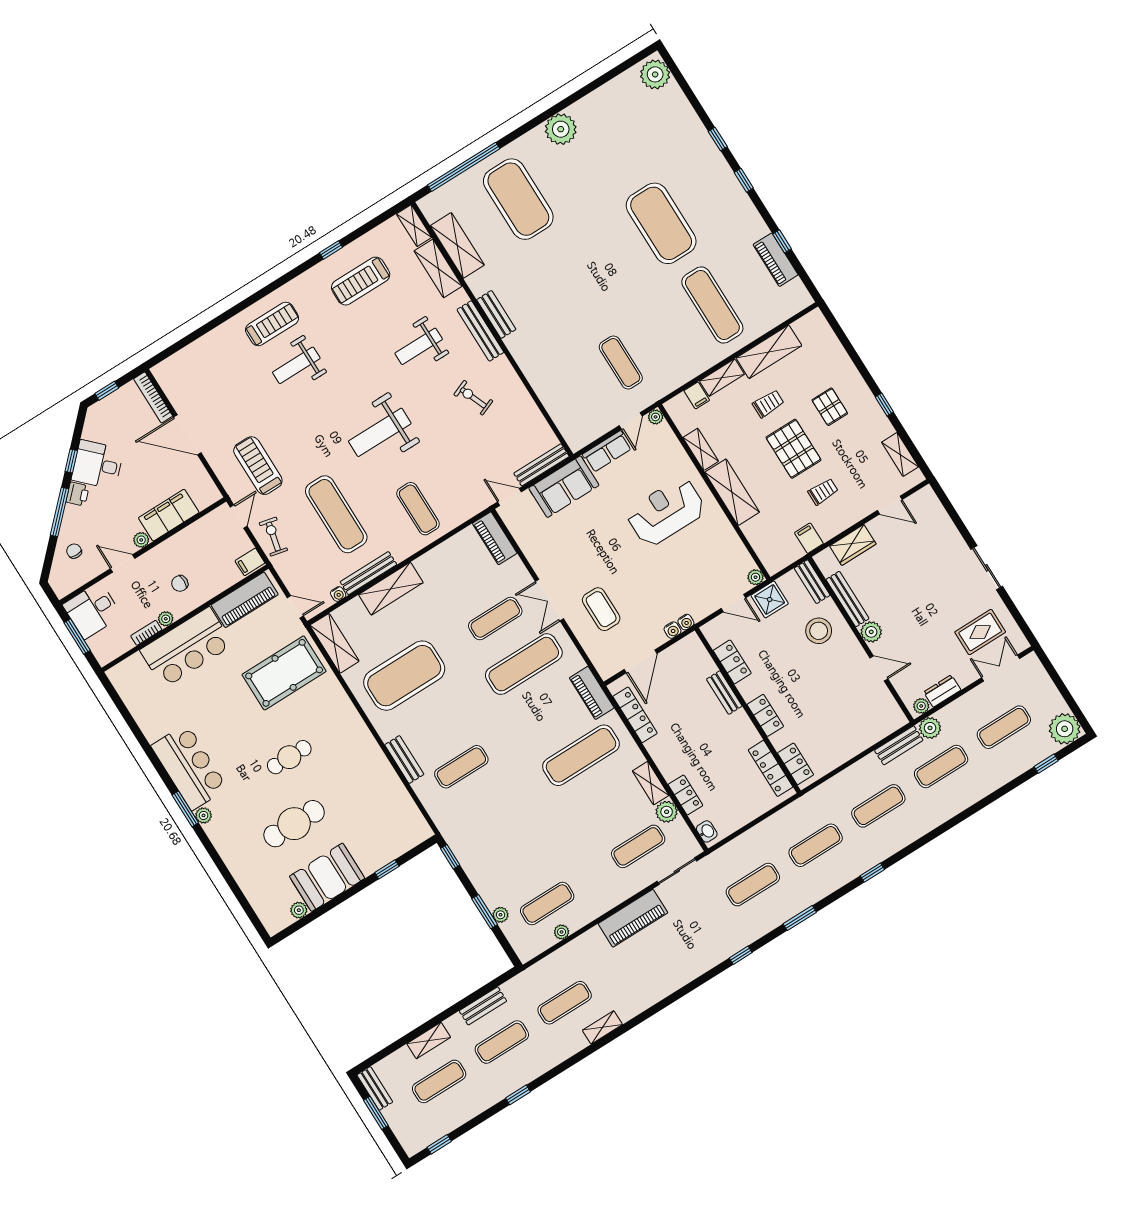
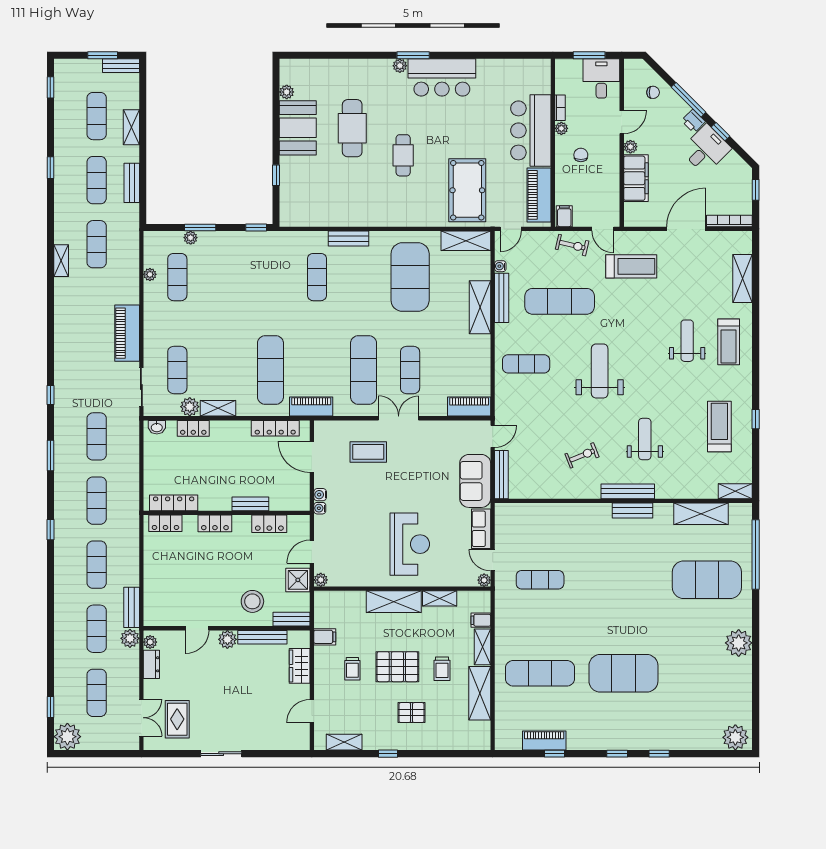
shelving: (438, 268) -> (743, 278), moved, turned 90

